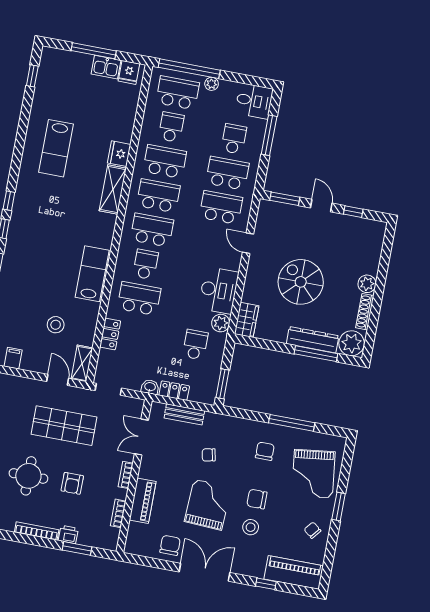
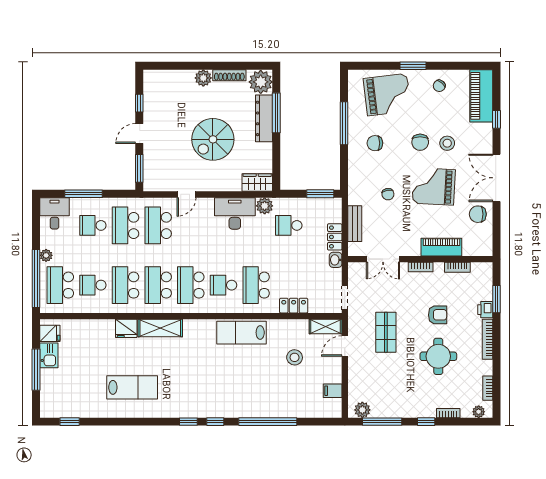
shop shelf: (64, 426) -> (386, 332), width x0.70, depth x0.74

